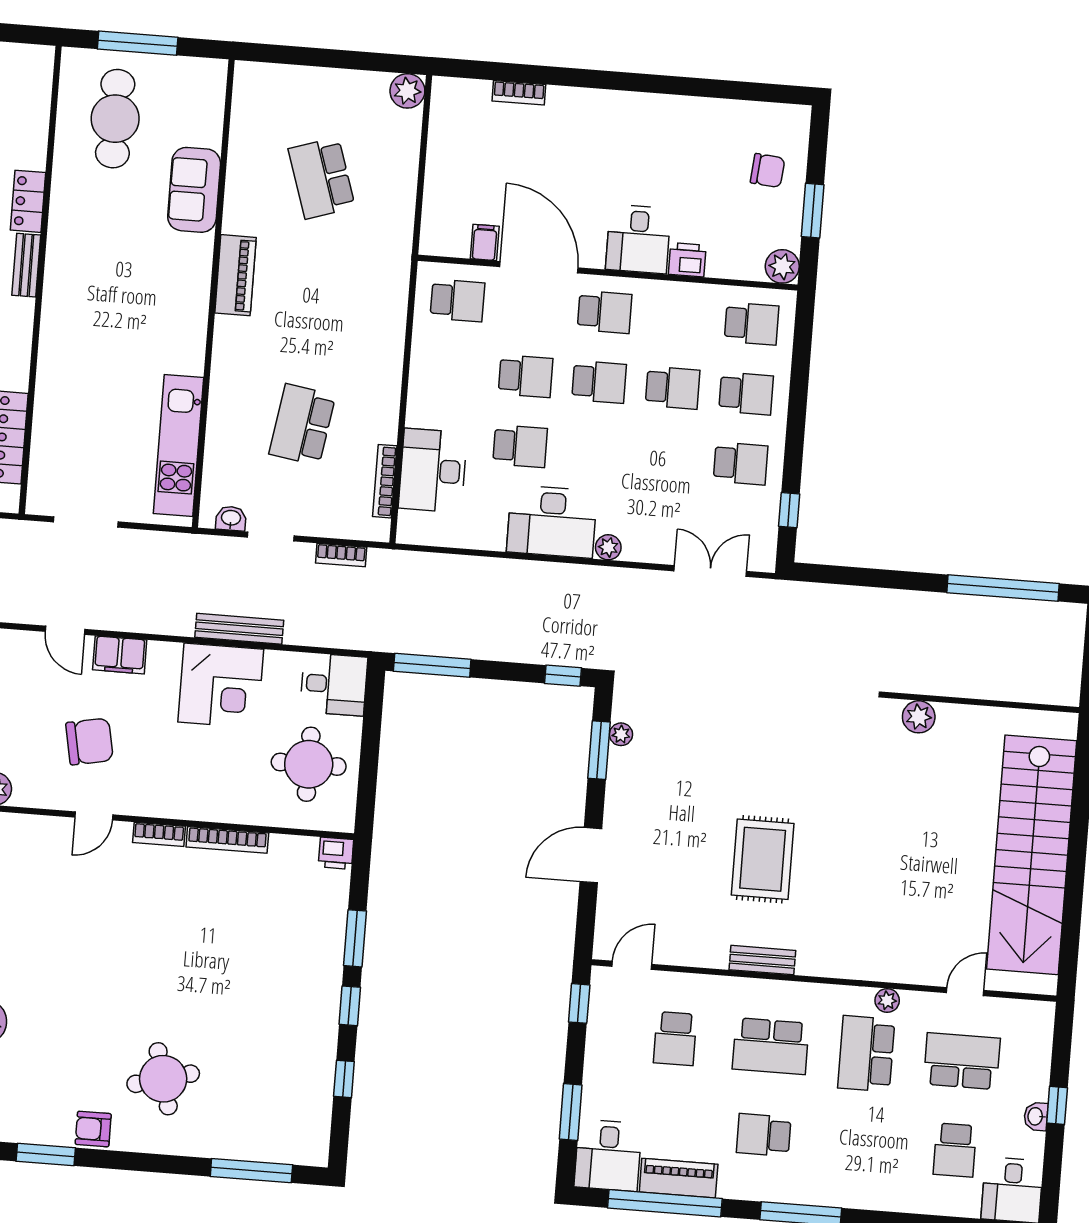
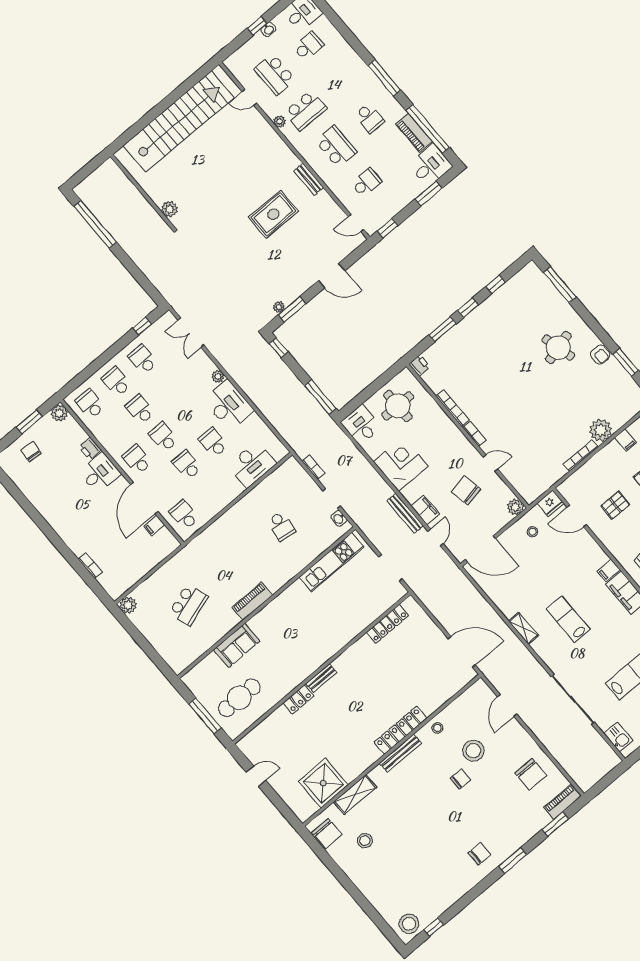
school desk: (302, 425) -> (281, 526), width x0.54
bookcase: (385, 481) -> (272, 478), removed
bench: (239, 629) -> (405, 513), moved

